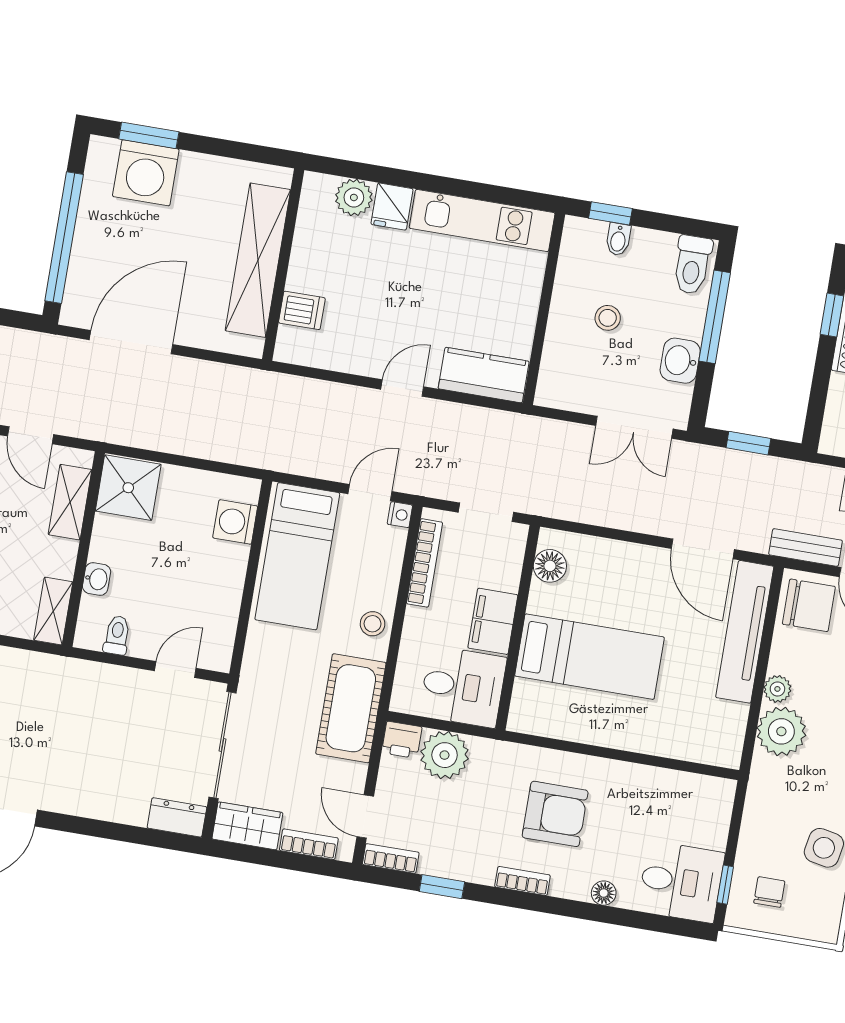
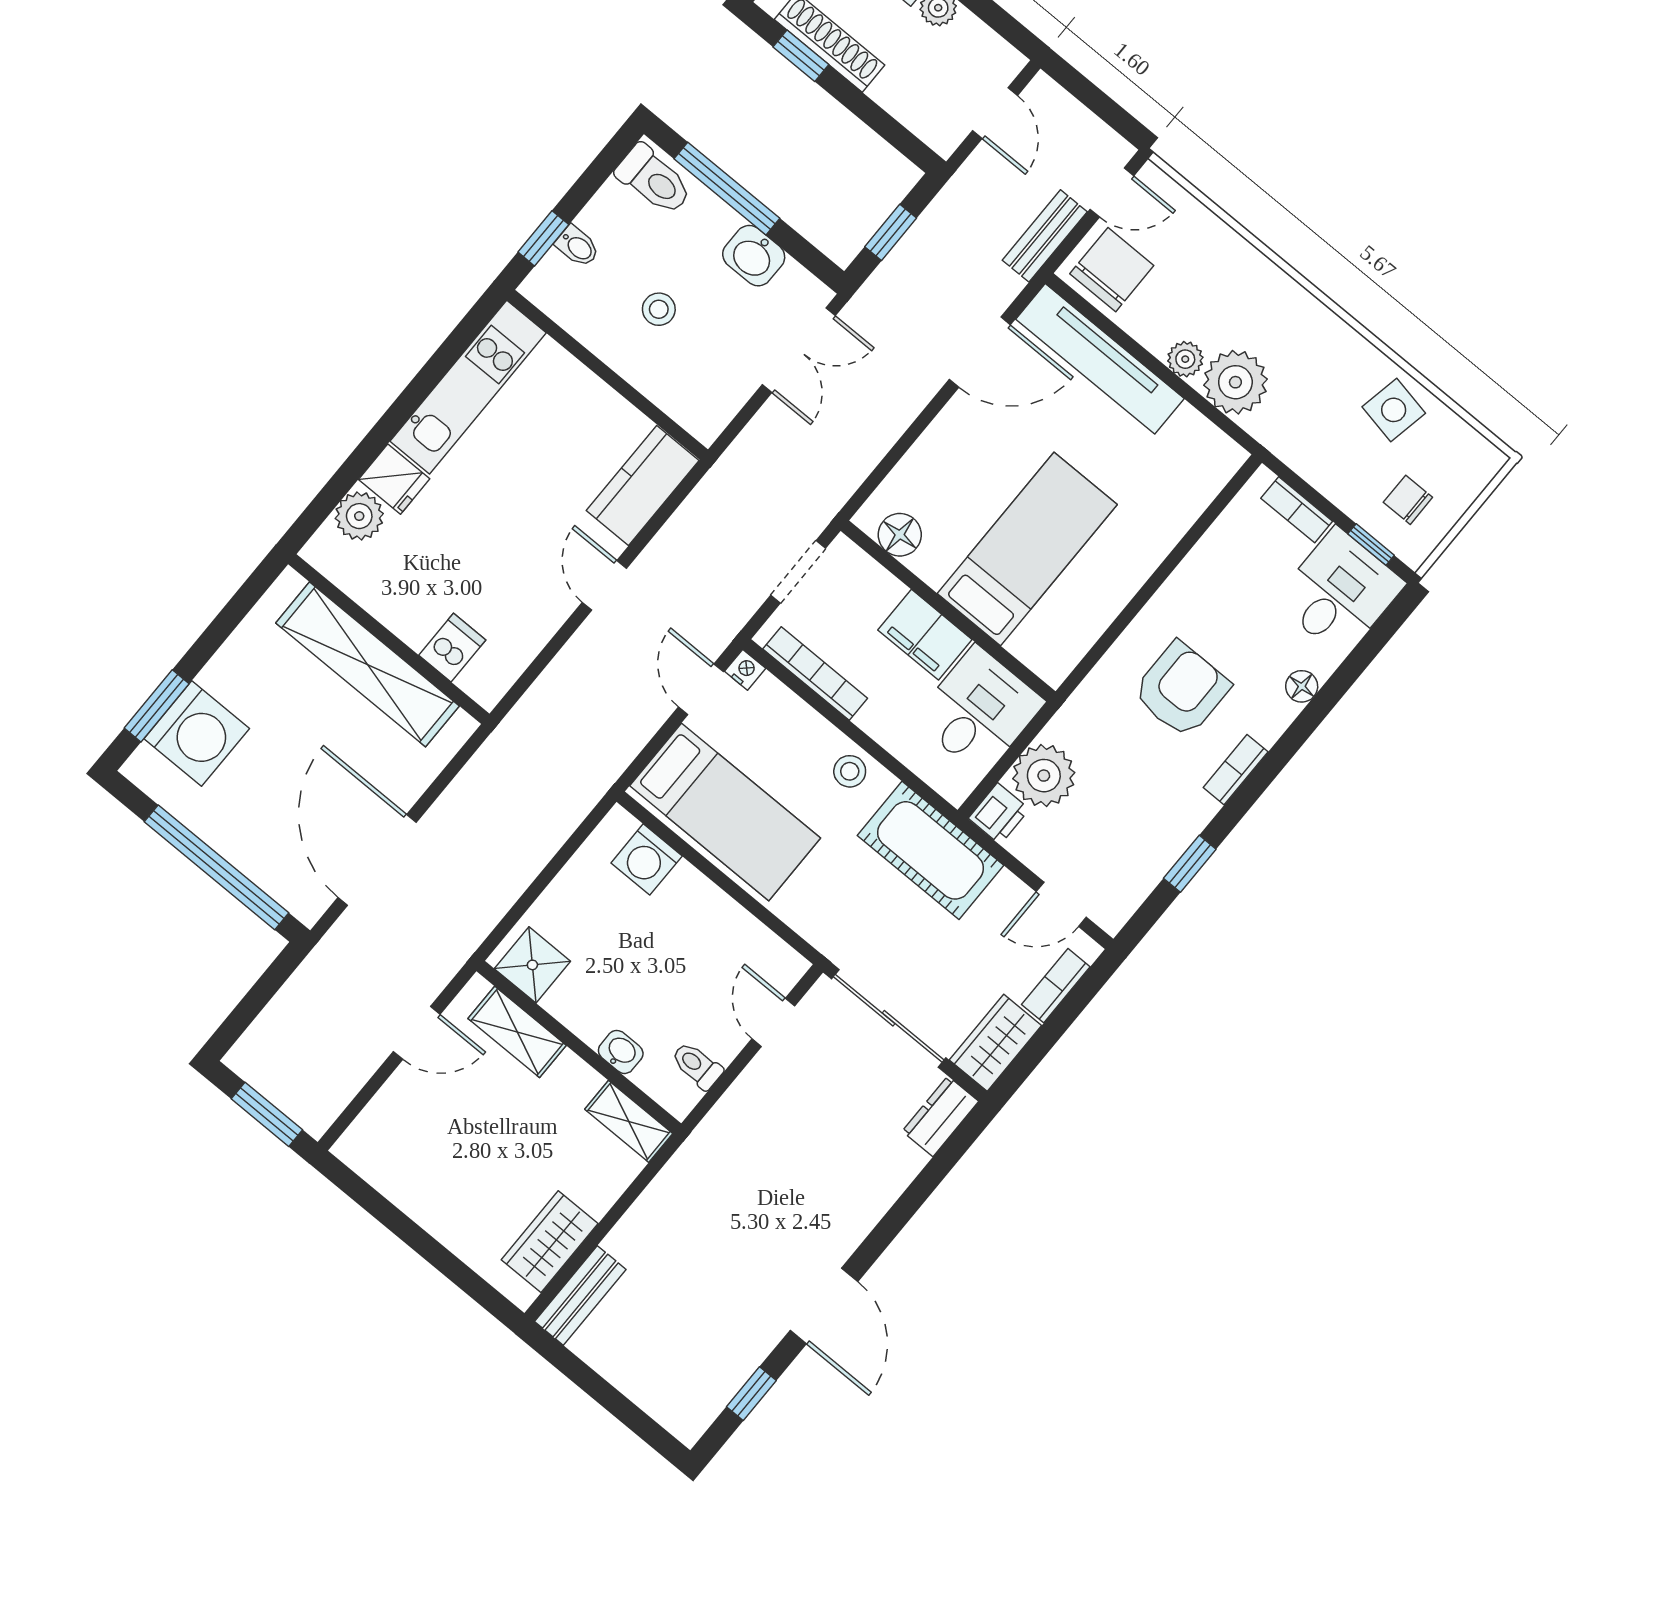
shower: (128, 488) -> (532, 965), width x0.73, depth x0.73
bookcase: (391, 858) -> (1297, 510), moved, turned -90

